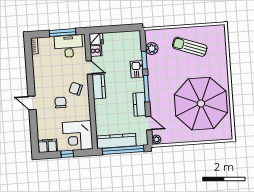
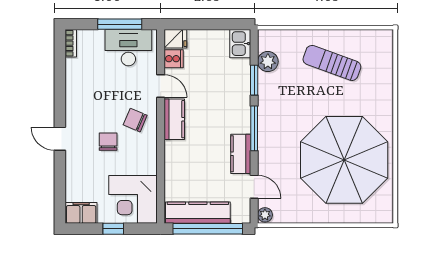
kitchen sink: (137, 69) -> (240, 44), moved

